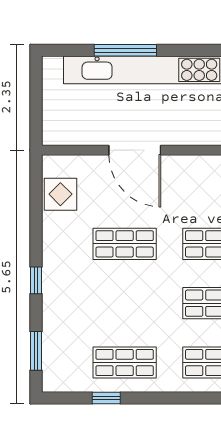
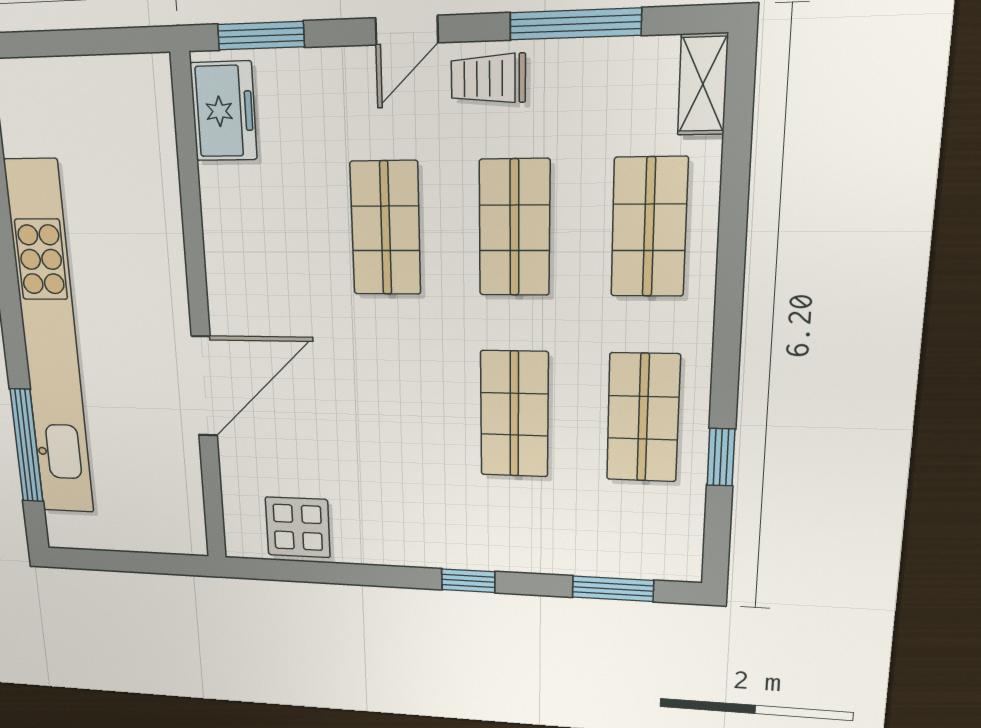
window: (125, 50) -> (27, 446), moved
shop shelf: (125, 244) -> (514, 414), moved

